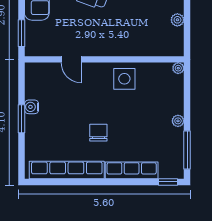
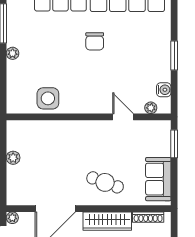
plant: (178, 68) -> (151, 108), moved
side table: (124, 79) -> (48, 98), moved
water cooler: (32, 107) -> (164, 90), moved

